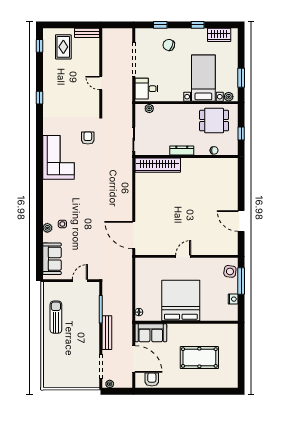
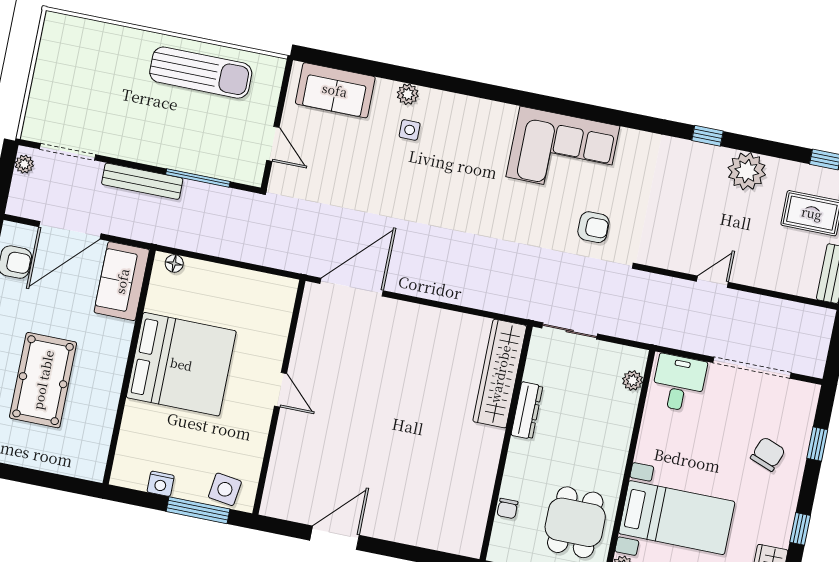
plant: (51, 78) -> (747, 171), added
dresser: (182, 151) -> (527, 410), moved
sun lounger: (56, 317) -> (201, 73), width x1.36, depth x1.34

